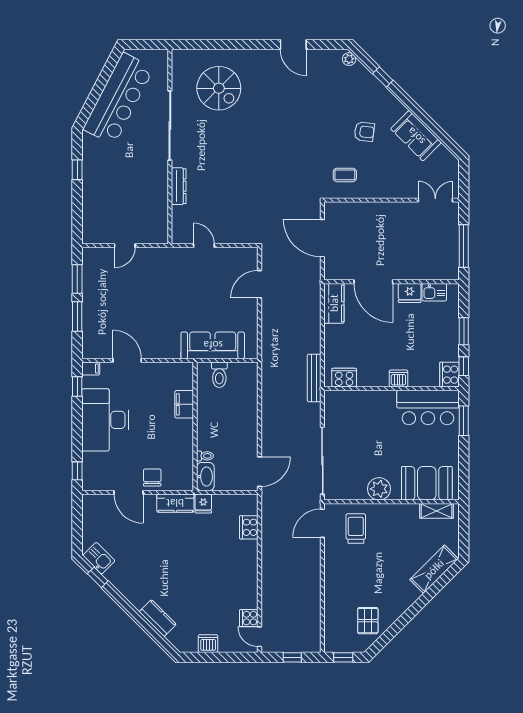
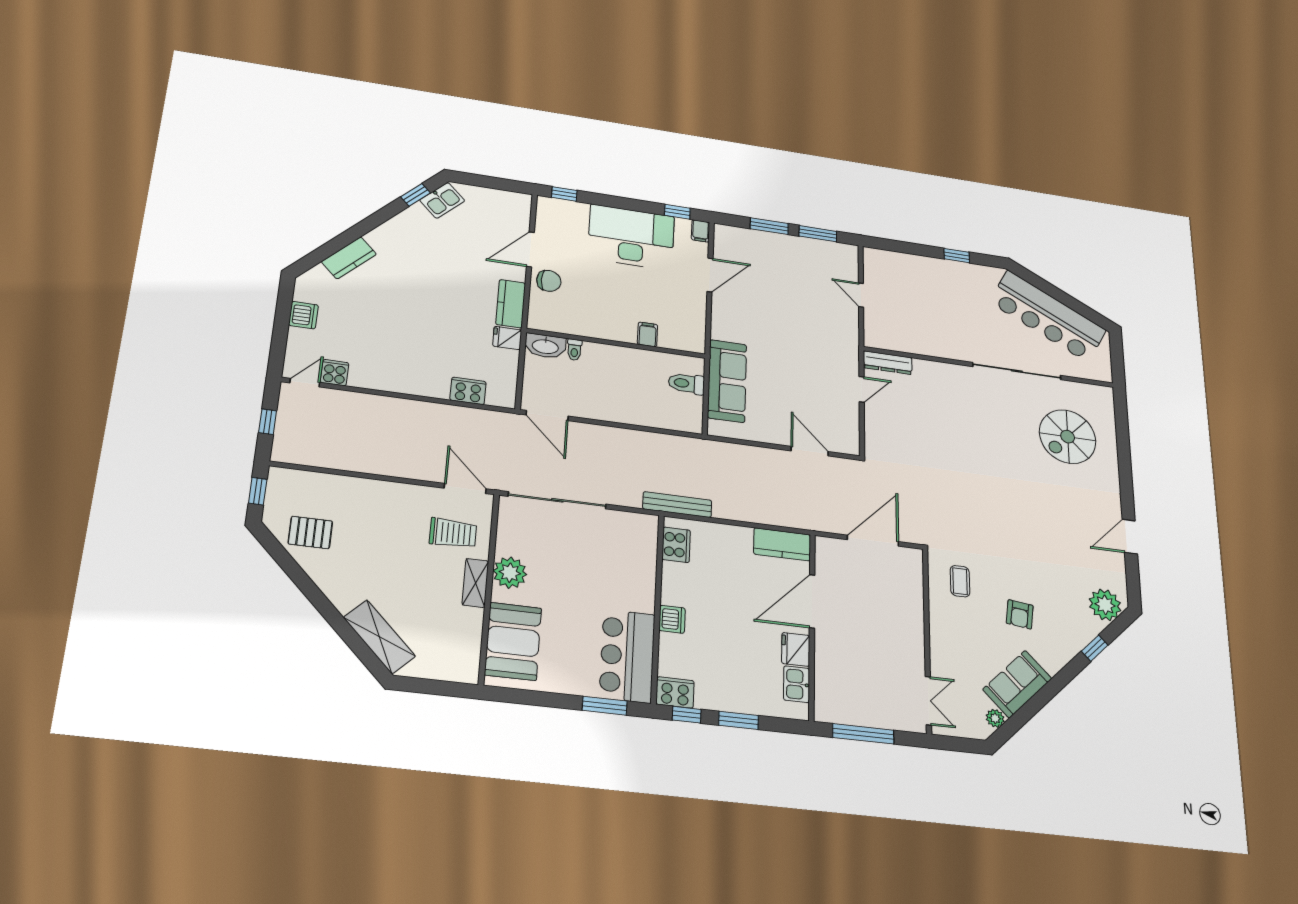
plant: (349, 59) -> (1105, 605), width x1.87, depth x1.87
plant: (443, 153) -> (995, 718), added
dresser: (179, 186) -> (888, 363), moved
filing cabinet: (184, 404) -> (648, 334), width x0.50
shelving: (437, 511) -> (475, 583), moved

